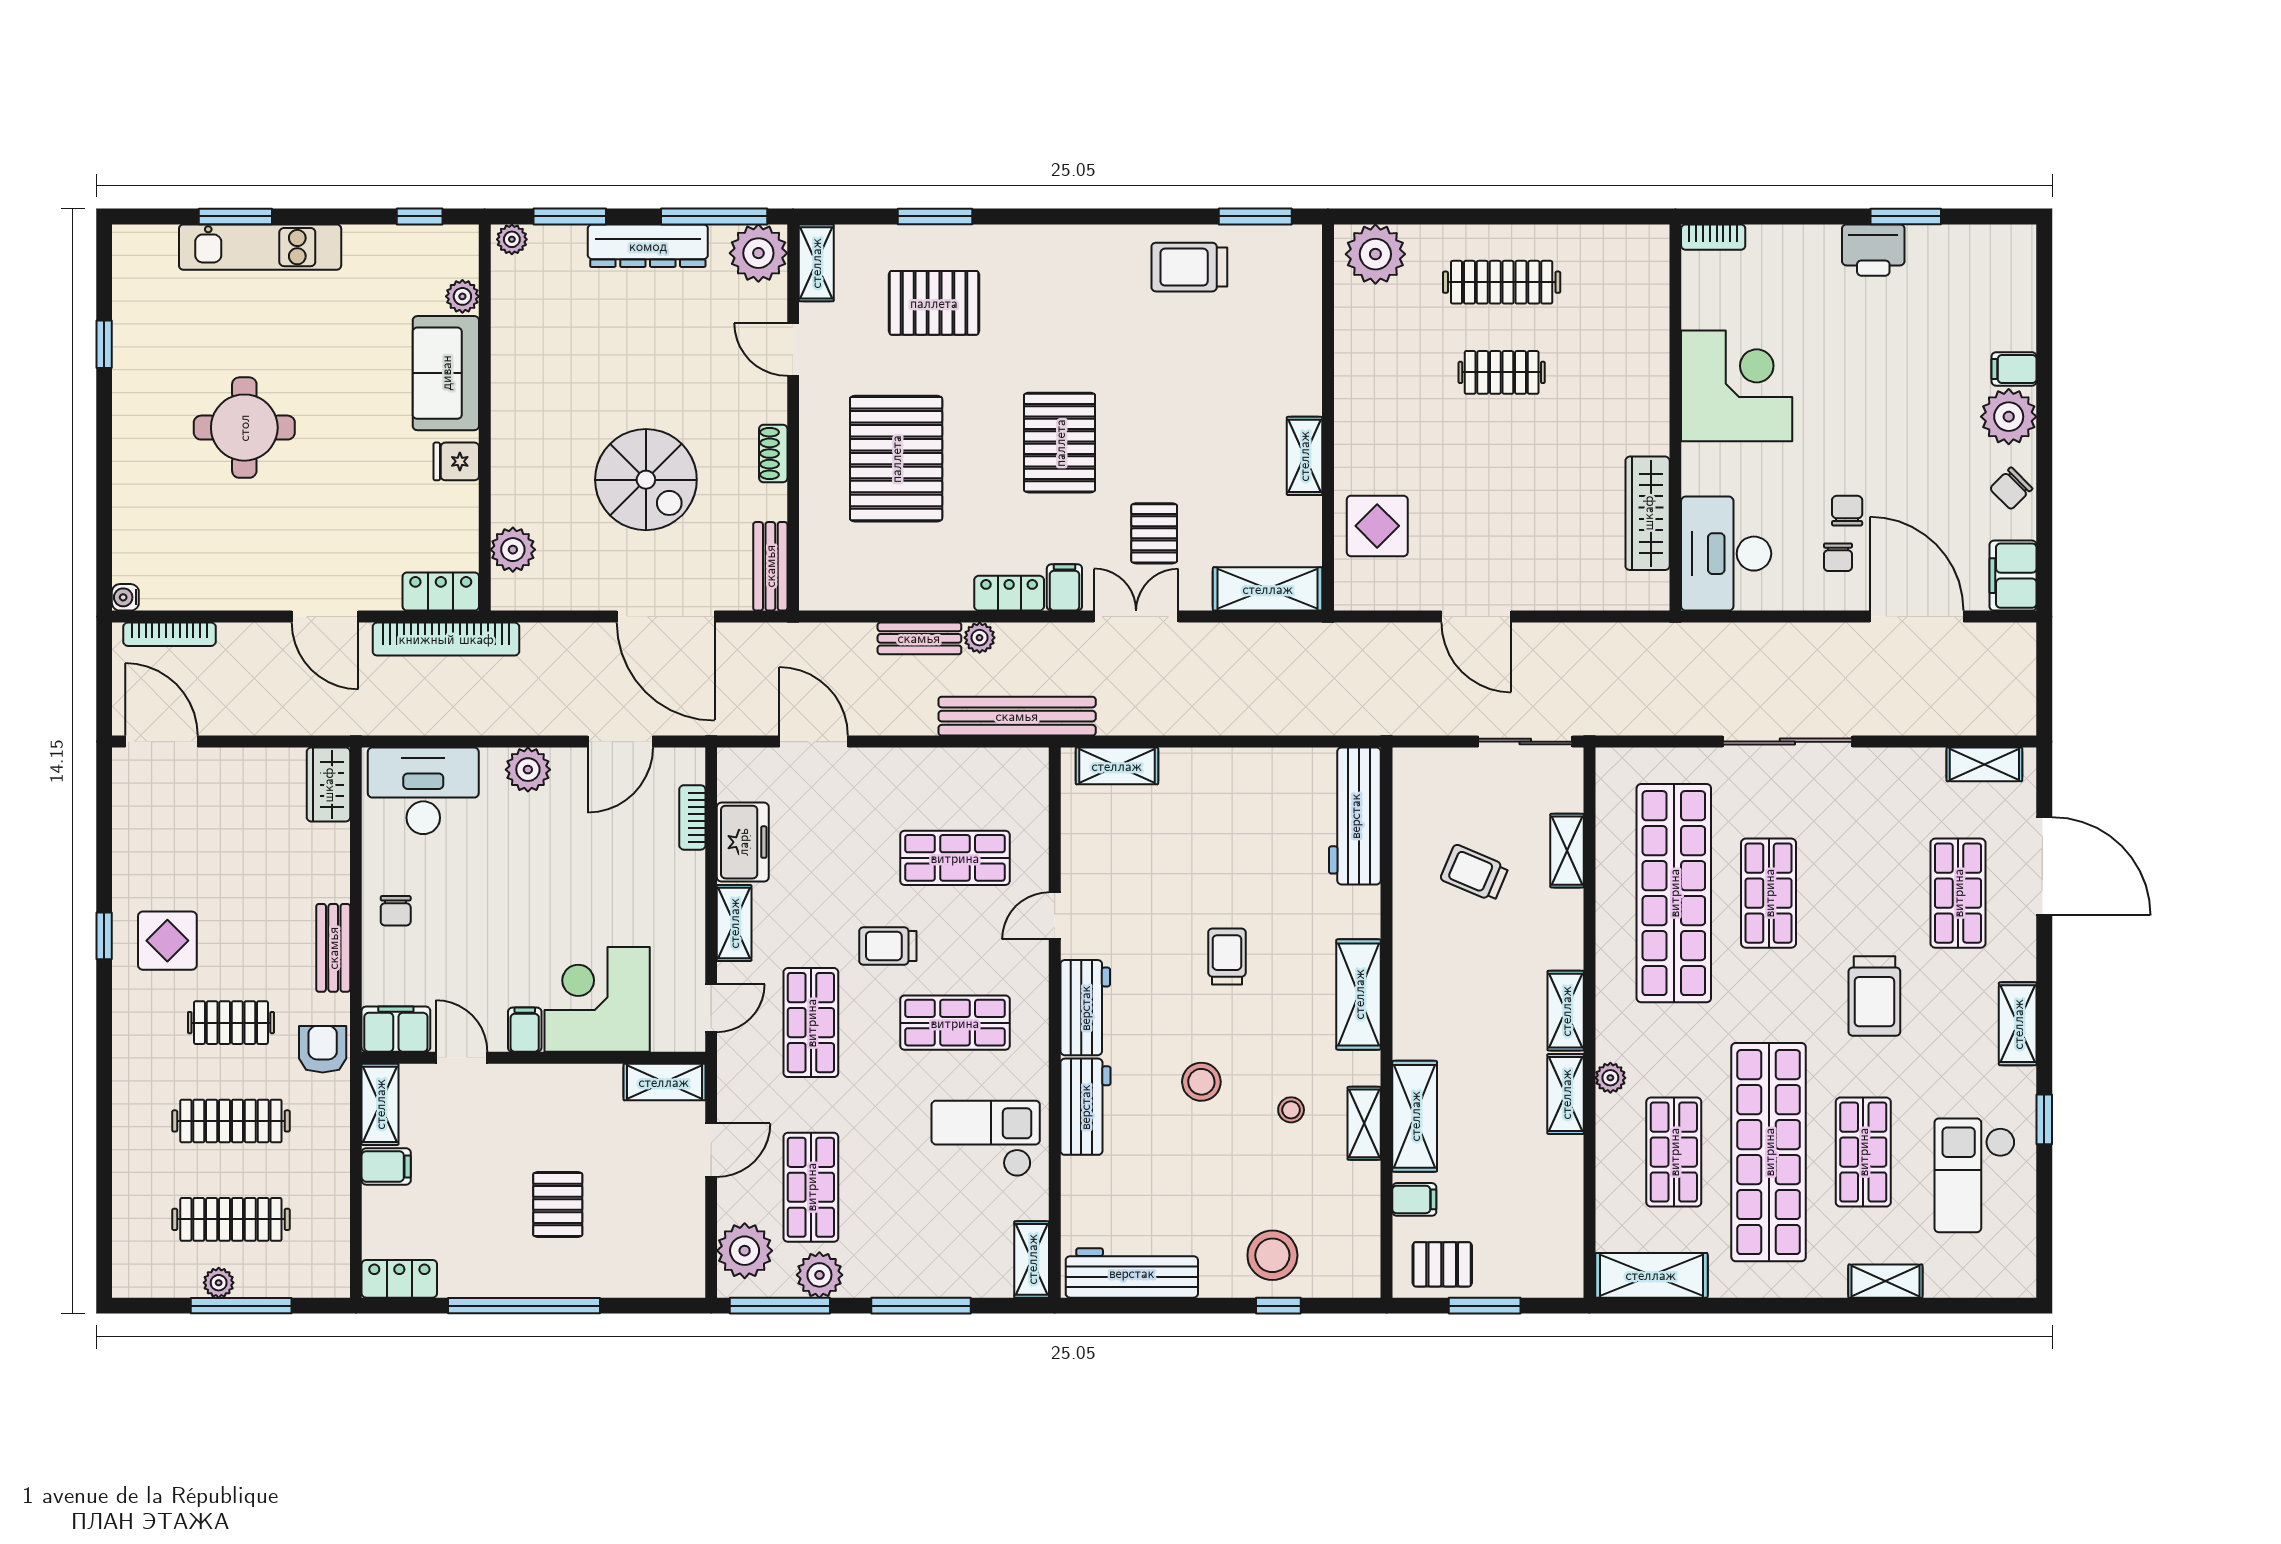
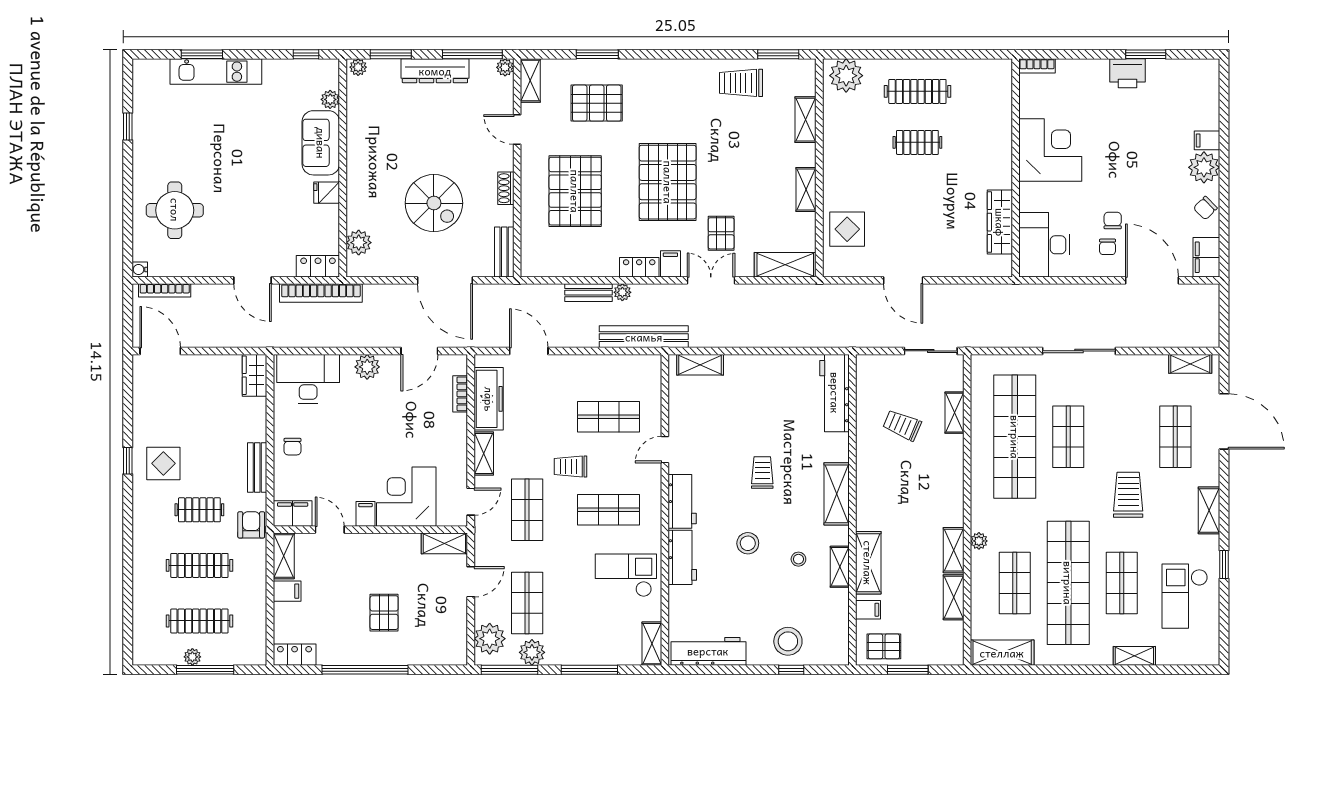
plant: (758, 253) -> (505, 67), width x0.53, depth x0.53
shelving: (1304, 332) -> (806, 120), added
round table: (244, 428) -> (175, 210), moved
pallet: (1060, 443) -> (668, 182), width x1.37, depth x1.41
freezer: (743, 842) -> (489, 399), width x1.40
trolley: (1874, 996) -> (1128, 495), turned 180
shelving: (1566, 1011) -> (954, 597), moved

